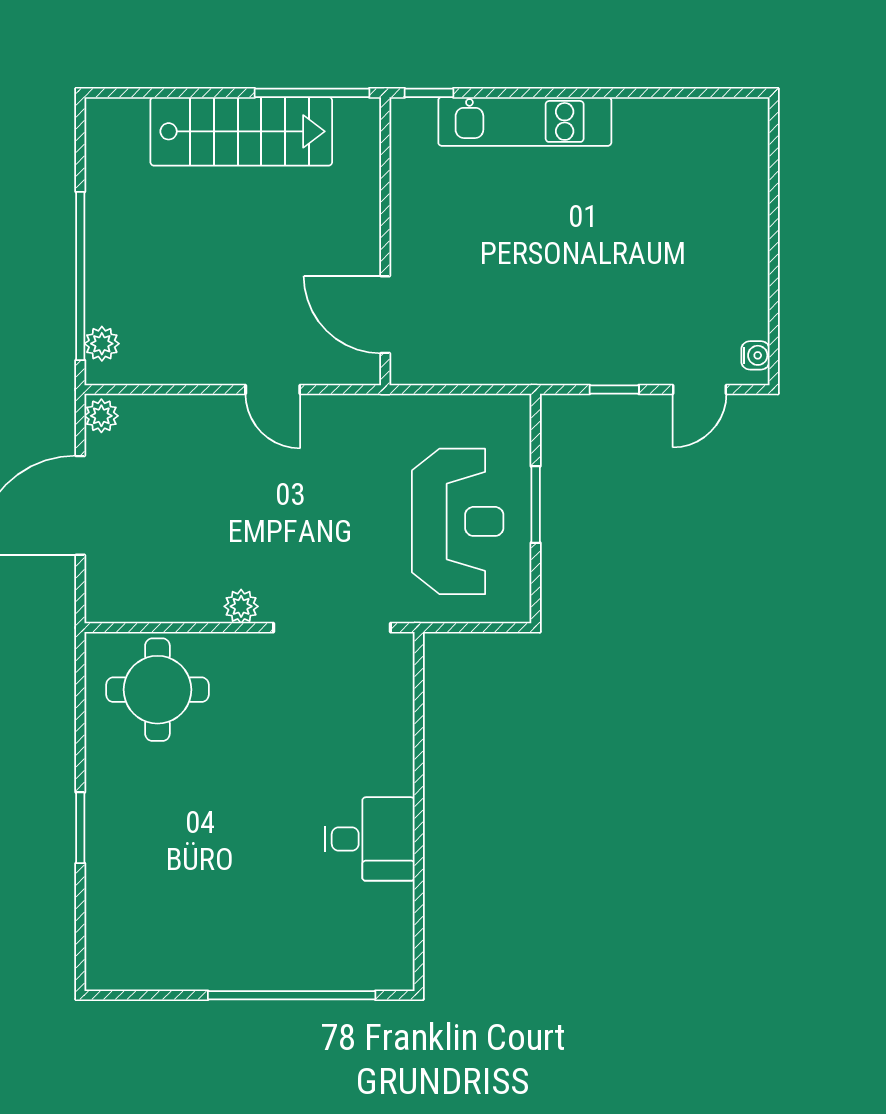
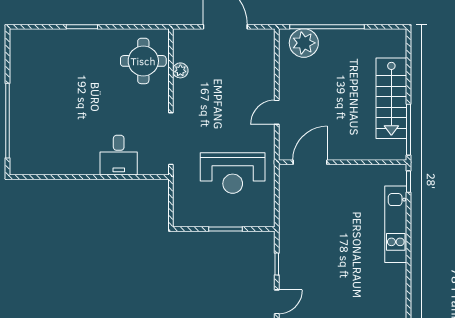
plant: (102, 344) -> (304, 43), width x1.88, depth x1.88
door: (700, 389) -> (277, 302), swing flipped
plant: (101, 416) -> (265, 36), removed
reception desk: (458, 521) -> (233, 173), moved
plant: (241, 606) -> (180, 70), moved
desk: (370, 839) -> (119, 155), moved

